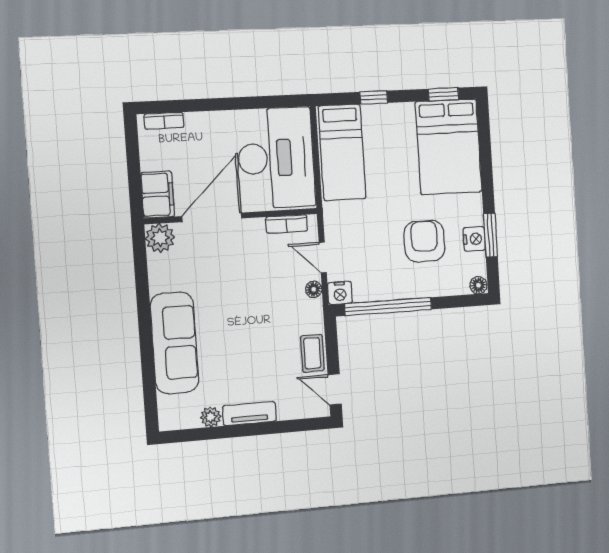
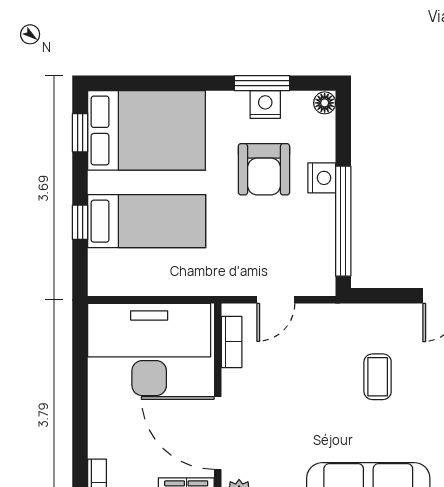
bed: (342, 152) -> (147, 221), moved
armchair: (424, 241) -> (264, 169), turned -90
floor lamp: (314, 289) -> (315, 314), removed
nightstand: (340, 293) -> (322, 178), moved
coffee table: (312, 353) -> (378, 377), moved, turned 90

